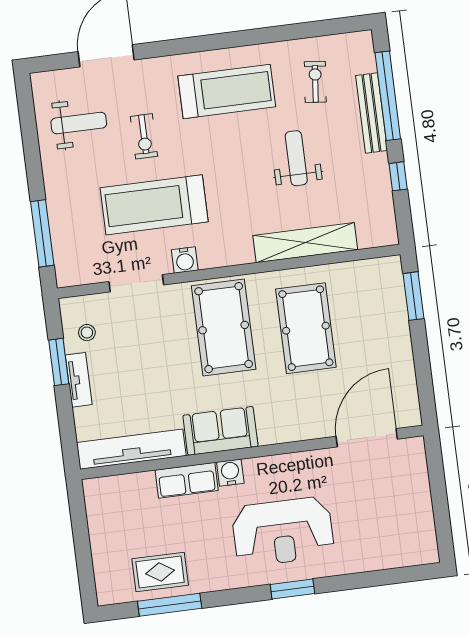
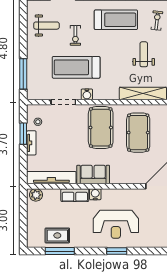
plant: (103, 490) -> (36, 195), added

